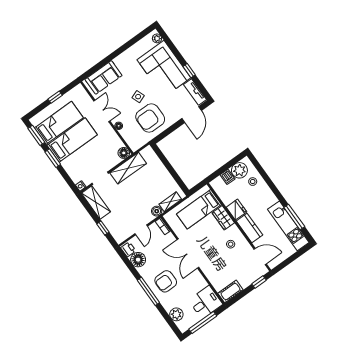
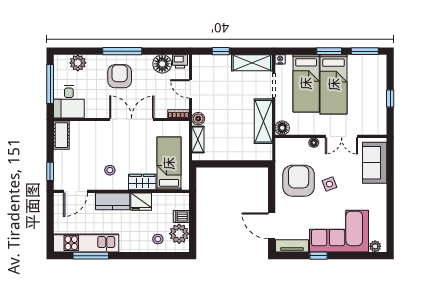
bed: (59, 123) -> (306, 83), moved

